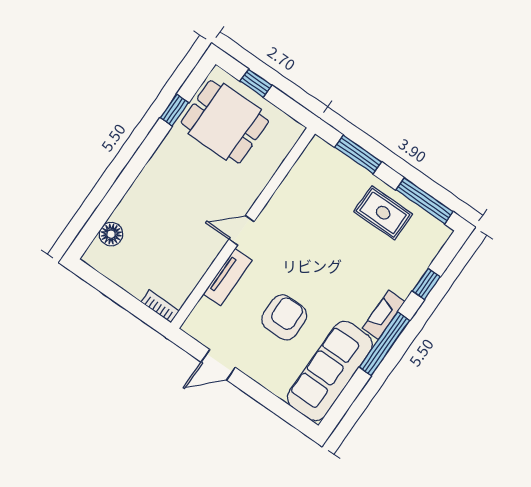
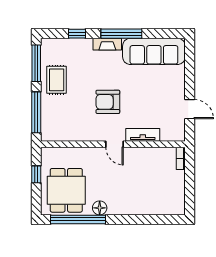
window: (256, 83) -> (36, 174), moved
window: (174, 110) -> (78, 219), width x3.17
window: (358, 155) -> (36, 112), width x1.44
floor lamp: (111, 234) -> (100, 208), moved
armchair: (284, 317) -> (108, 102), moved

